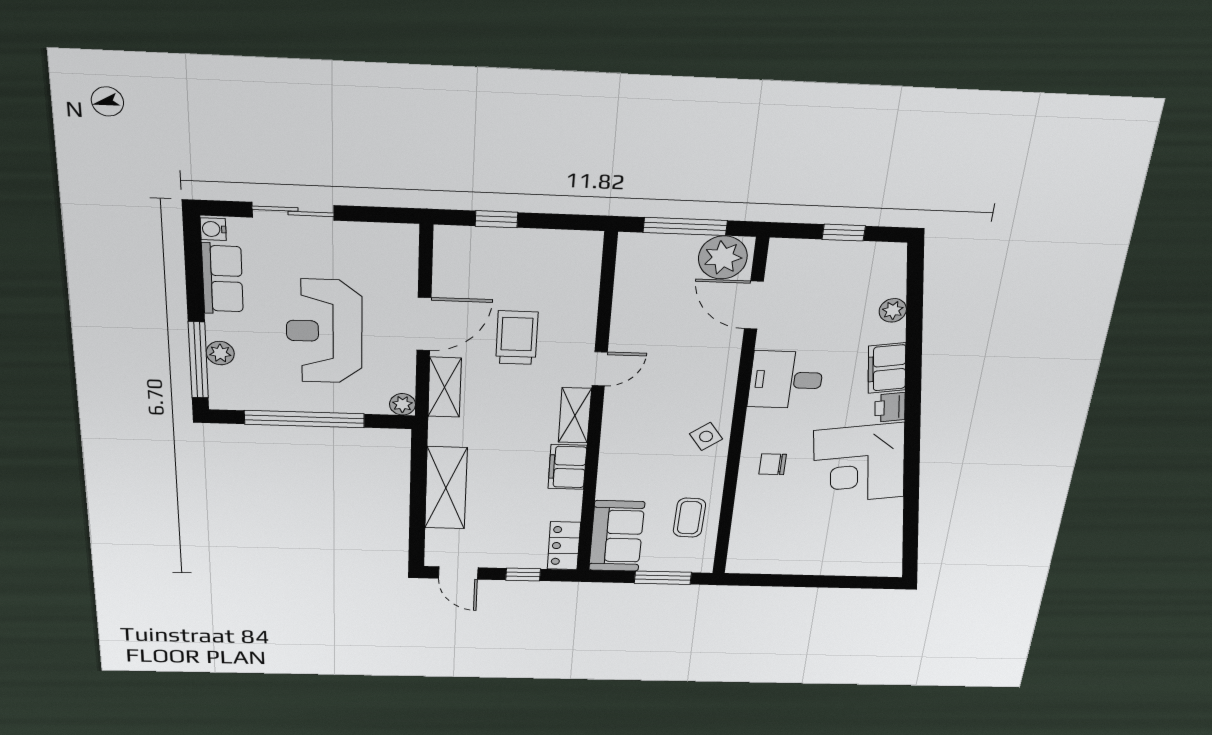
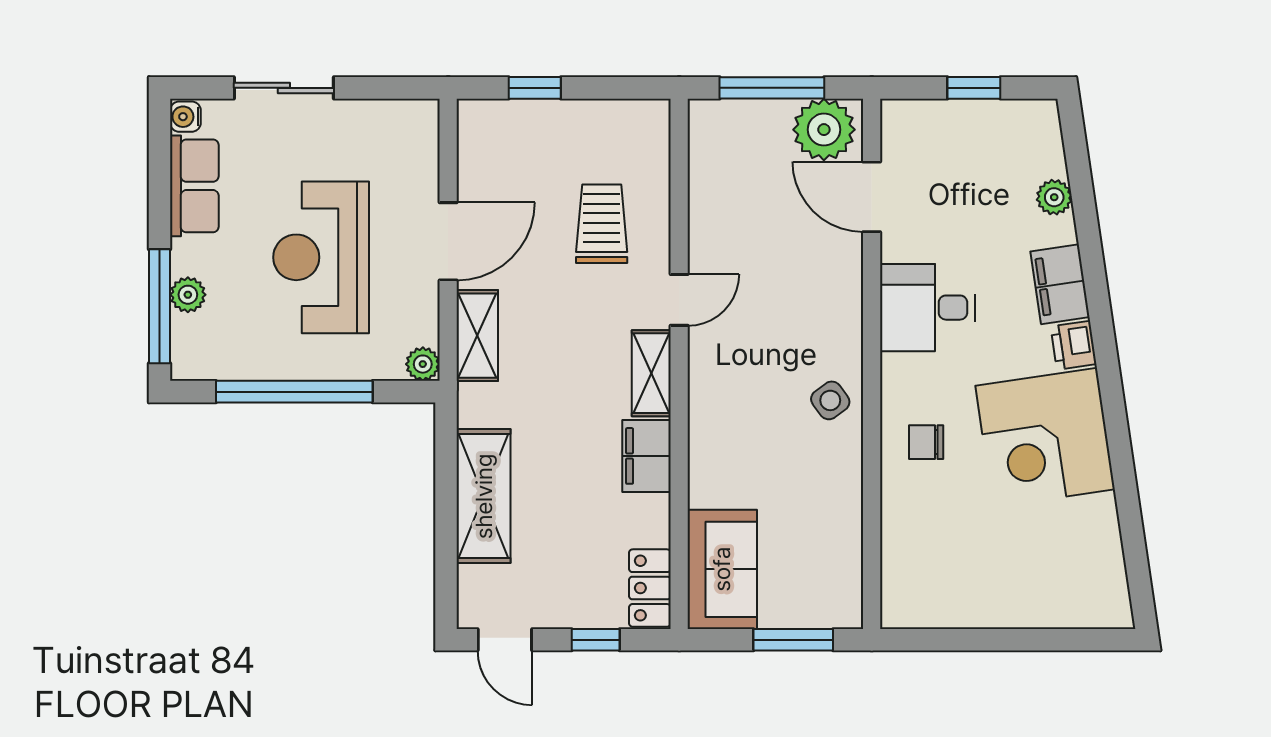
trolley: (517, 338) -> (602, 224), moved
coffee table: (689, 518) -> (821, 535), removed

